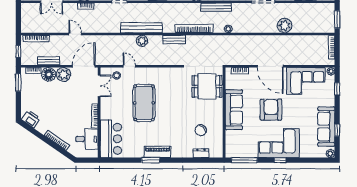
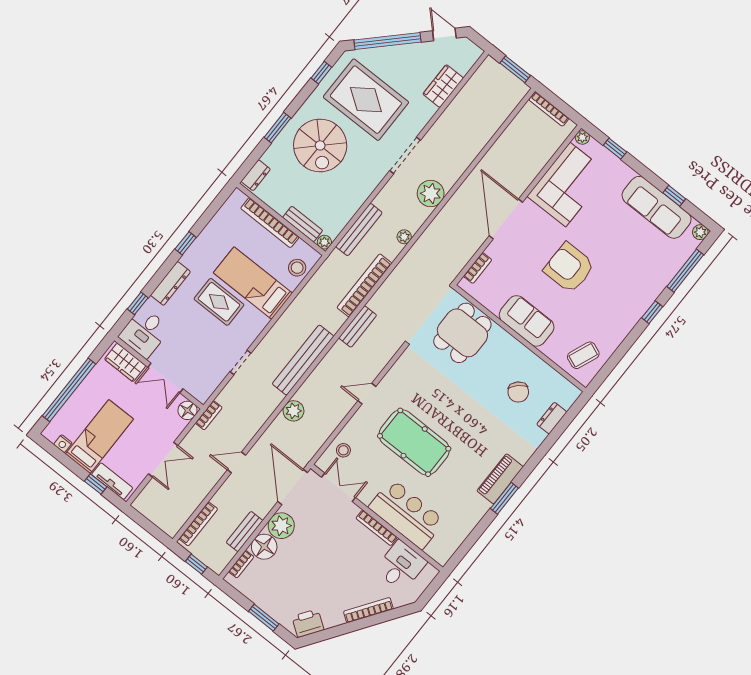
plant: (284, 26) -> (431, 193), moved
plant: (142, 41) -> (294, 411), moved
door: (129, 66) -> (367, 394), moved
door: (270, 66) -> (506, 219), swing flipped
window: (18, 82) -> (264, 618), moved
sofa: (234, 110) -> (527, 321), width x0.73
bar counter: (111, 139) -> (407, 514), moved
corner sofa: (279, 143) -> (626, 295), removed
coffee table: (238, 145) -> (583, 355), added
window: (244, 160) -> (685, 271), moved

